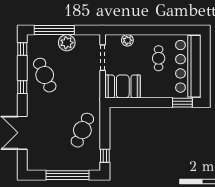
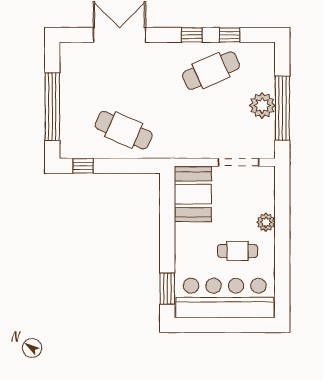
window: (54, 30) -> (282, 108), moved
plant: (127, 40) -> (266, 222), moved
window: (22, 49) -> (230, 35), moved

